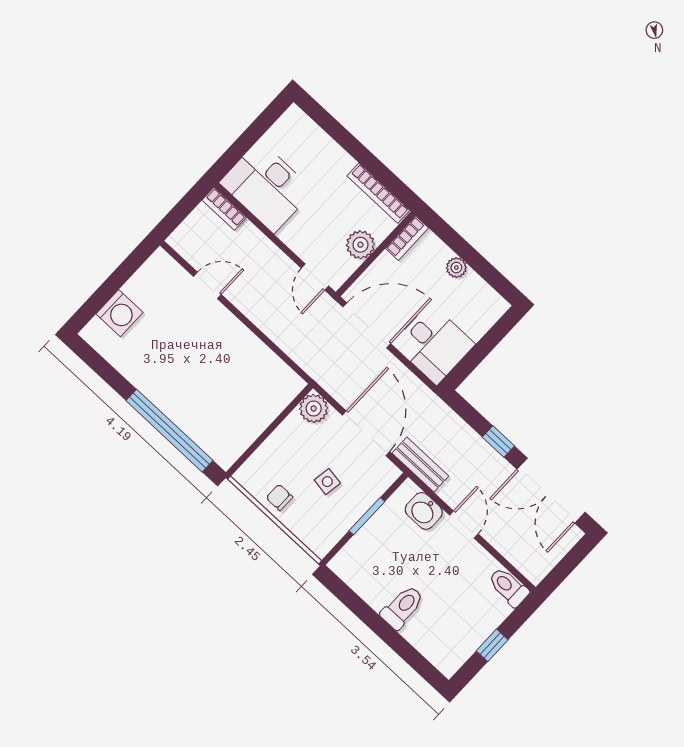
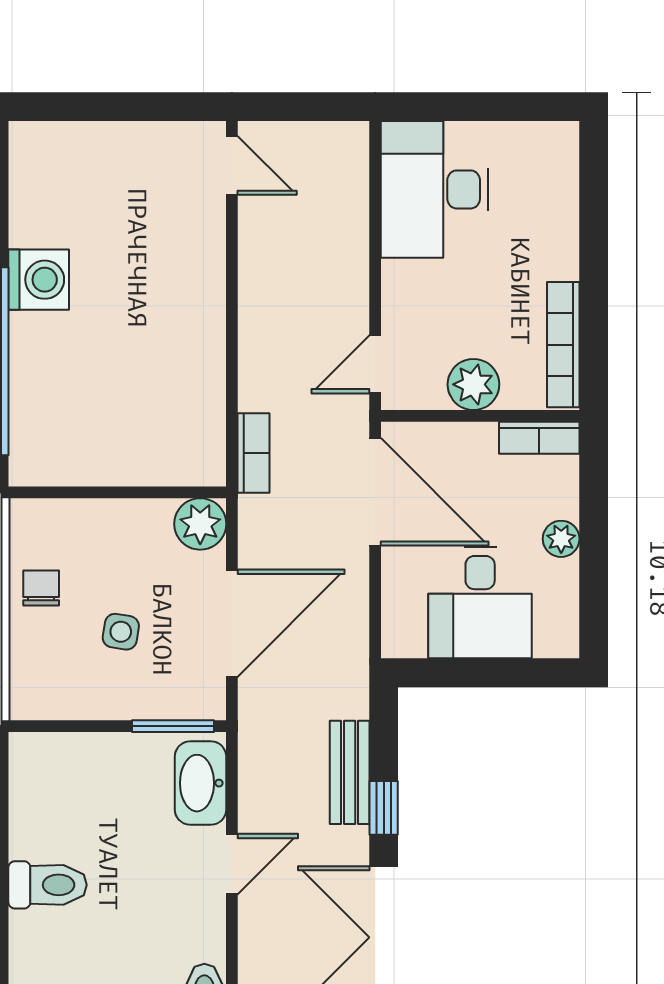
bookcase: (224, 209) -> (254, 453), moved, turned 180
door: (207, 285) -> (232, 166), moved
washing machine: (119, 313) -> (39, 280), moved, turned -90
desk: (434, 344) -> (480, 603), moved
bench: (420, 465) -> (350, 772), moved
washbasin: (424, 511) -> (201, 783), width x1.38
window: (367, 516) -> (173, 726), moved

